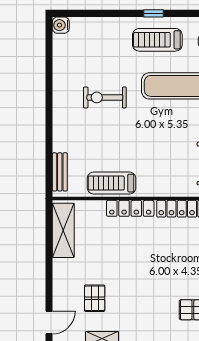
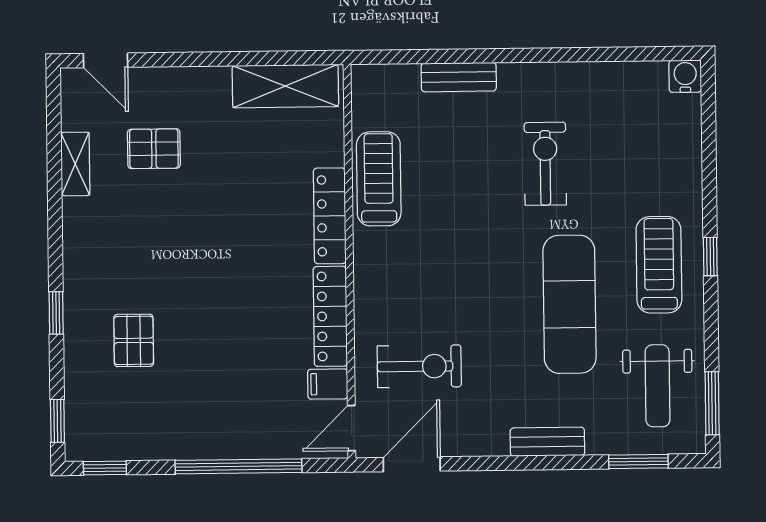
bench: (60, 172) -> (459, 77), moved

